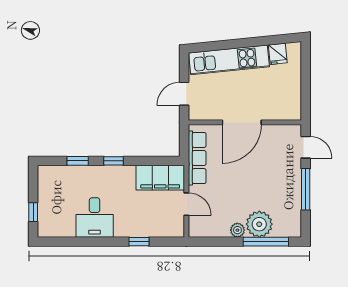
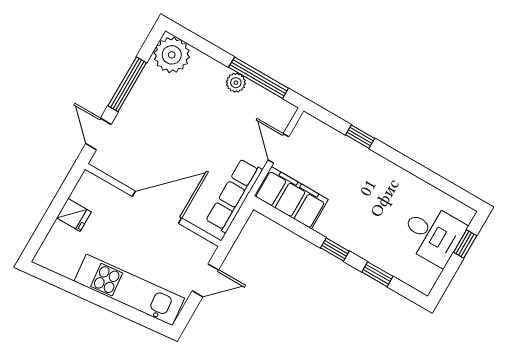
fridge: (278, 54) -> (74, 215), moved, turned 96
desk: (95, 217) -> (433, 234), moved, turned 90
plant: (259, 224) -> (172, 55), moved
window: (266, 242) -> (259, 78), moved

